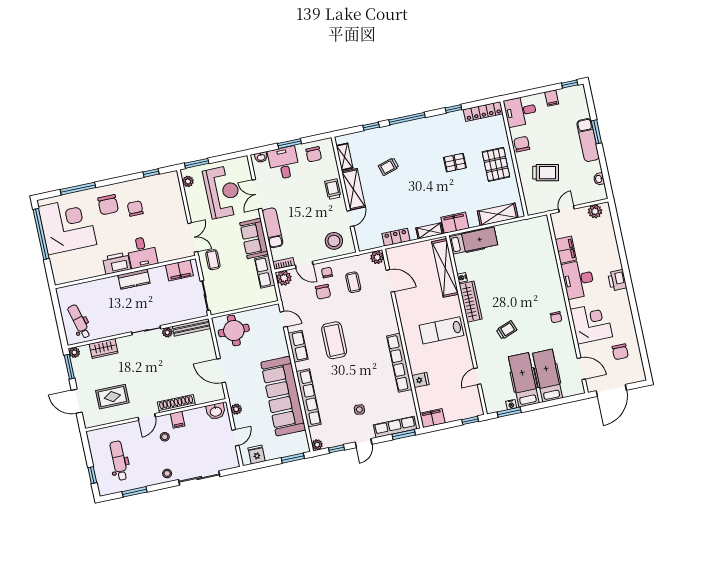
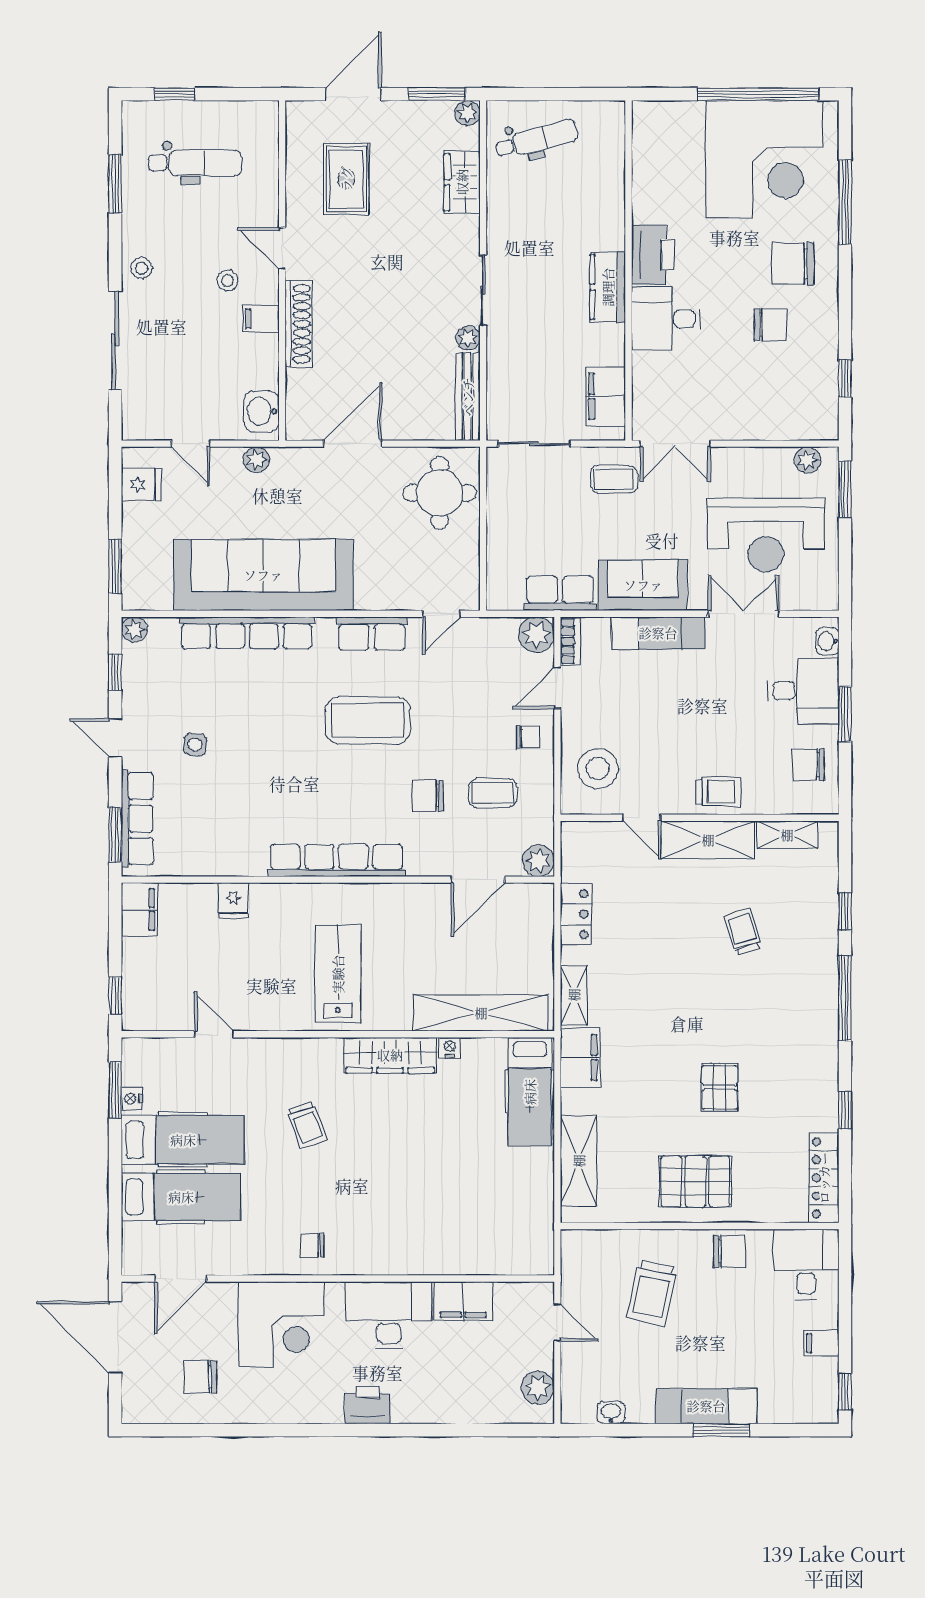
chair: (323, 292) -> (428, 796), moved
row of seats: (399, 363) -> (336, 860), moved

